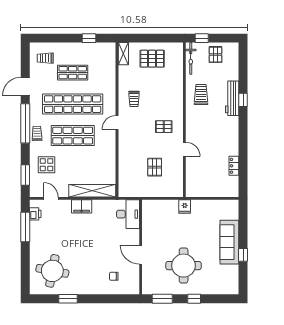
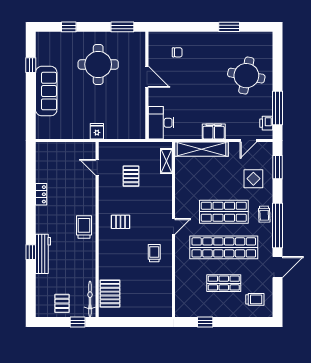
shelving: (123, 54) -> (166, 161), moved
pallet: (152, 59) -> (110, 294), moved, turned 90
trolley: (201, 94) -> (84, 227), moved, turned 180
door: (184, 149) -> (97, 167), moved
locker: (234, 166) -> (41, 194), moved
door: (51, 198) -> (248, 141), hinge flipped
window: (243, 255) -> (31, 65), moved
round table: (52, 271) -> (246, 76), moved
window: (194, 299) -> (69, 27), moved

